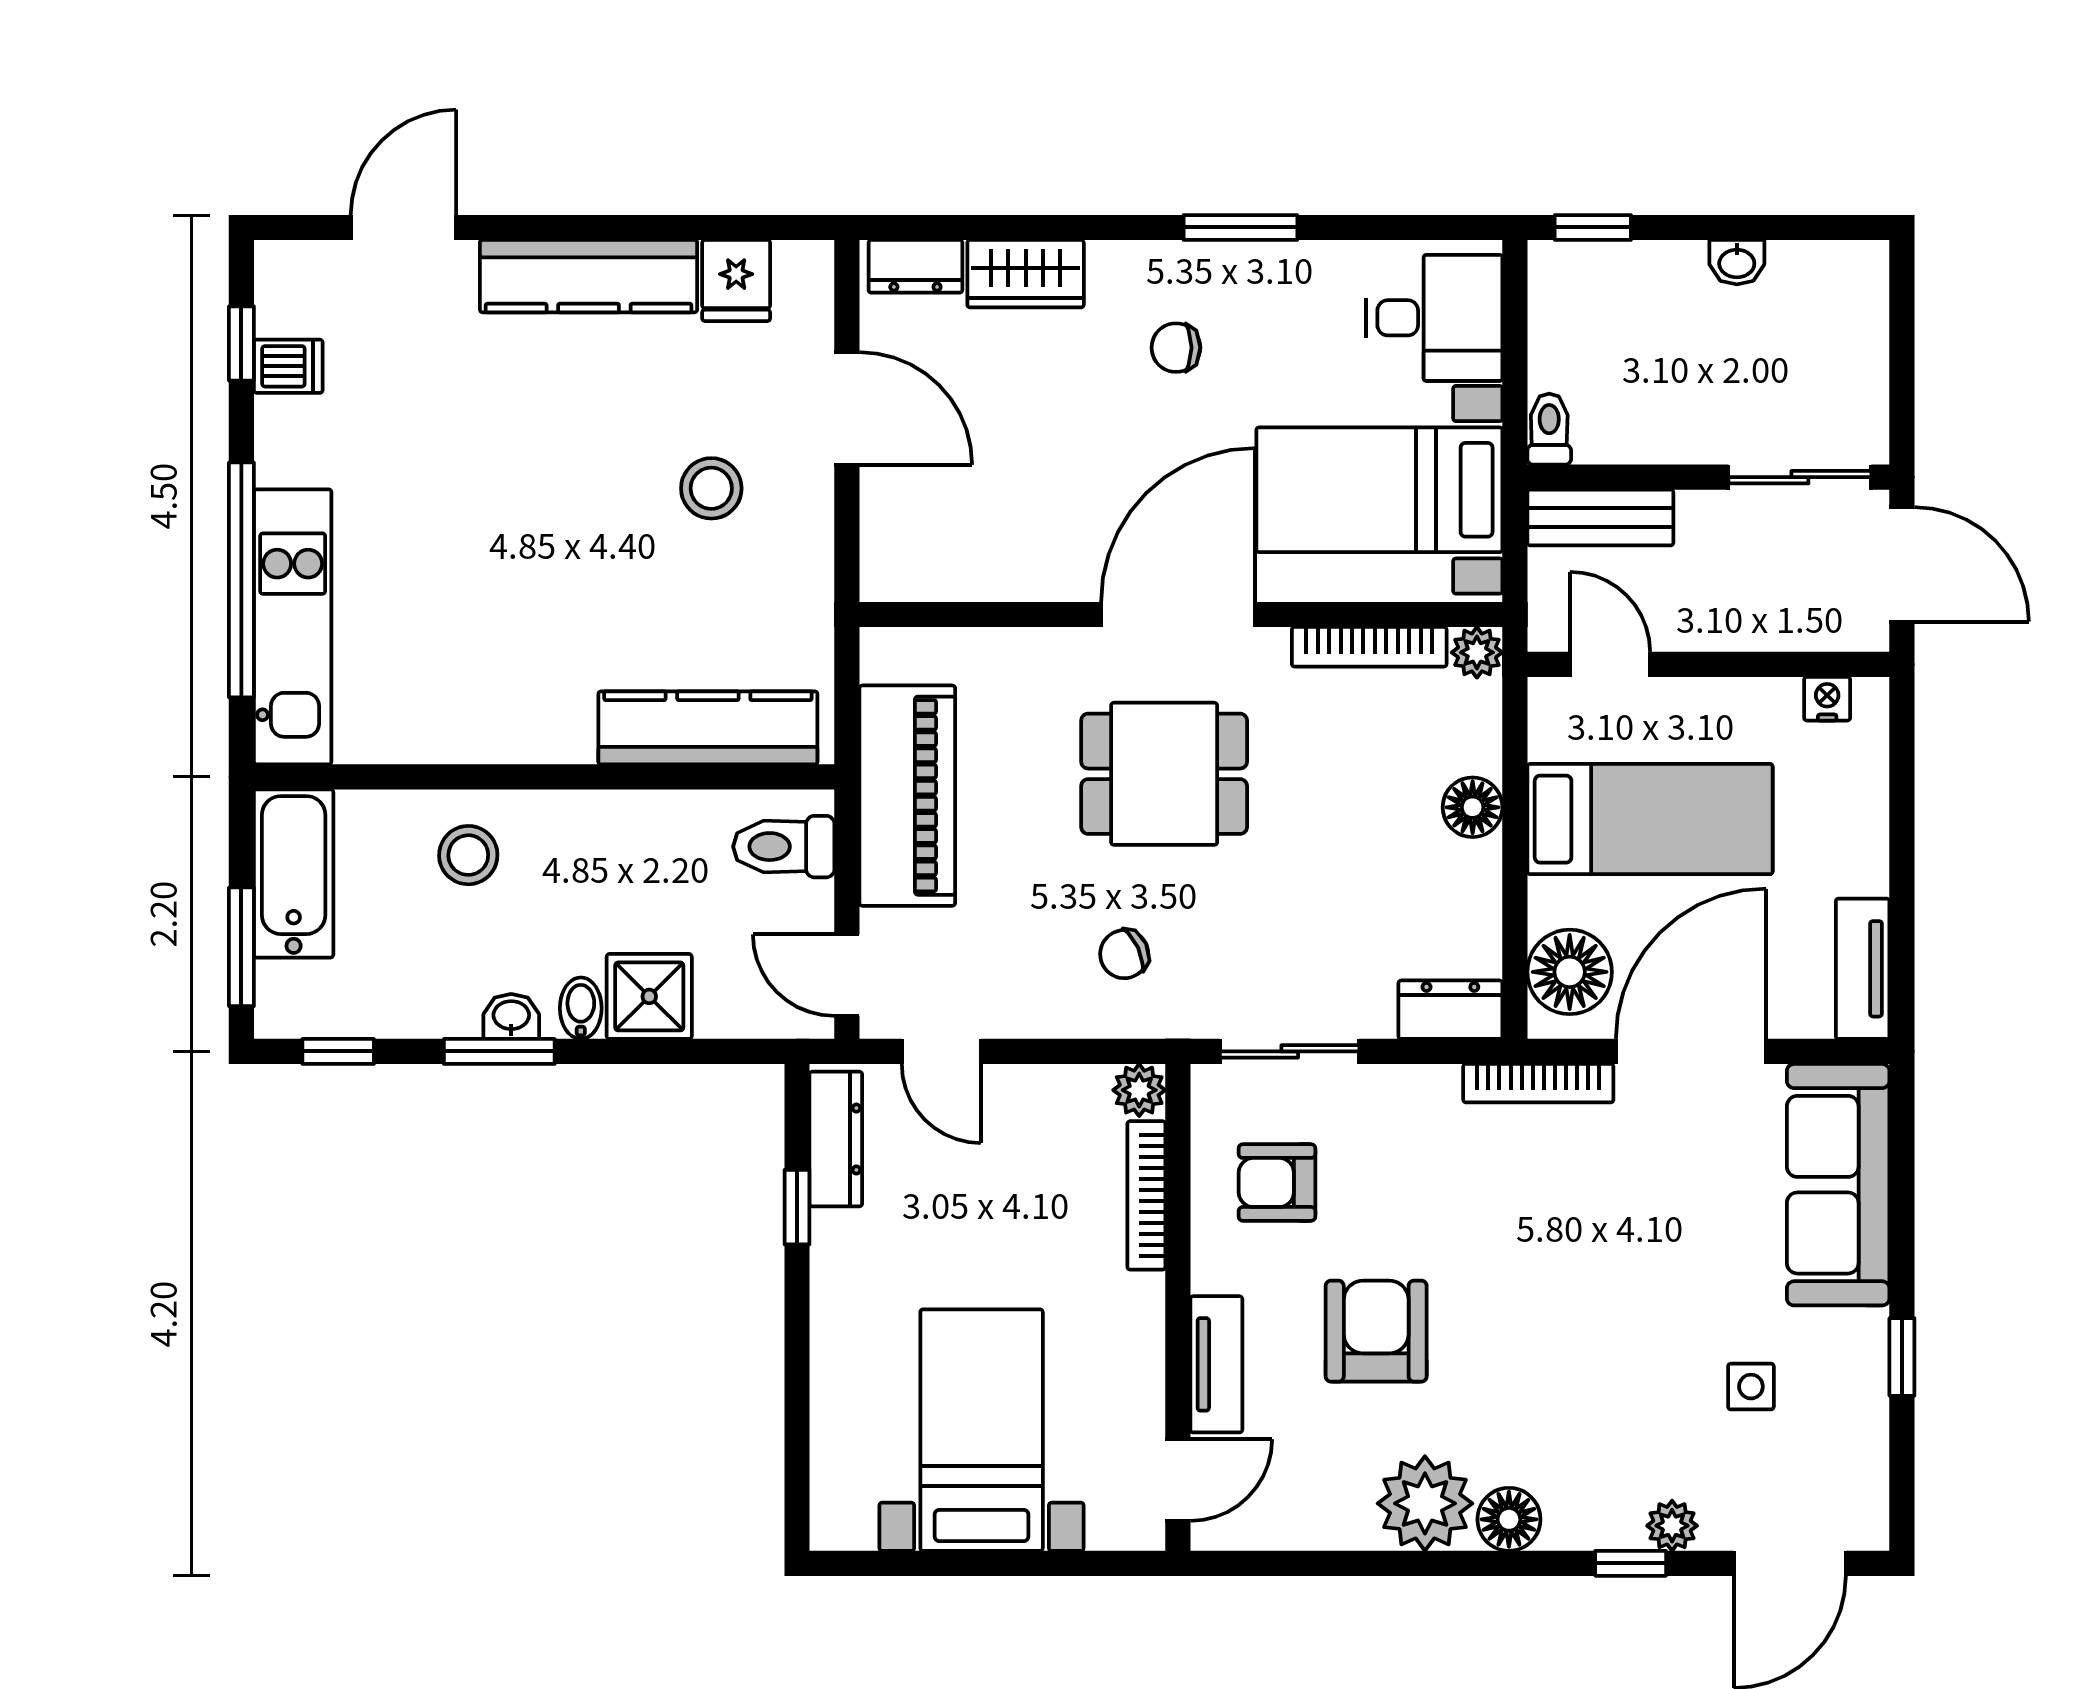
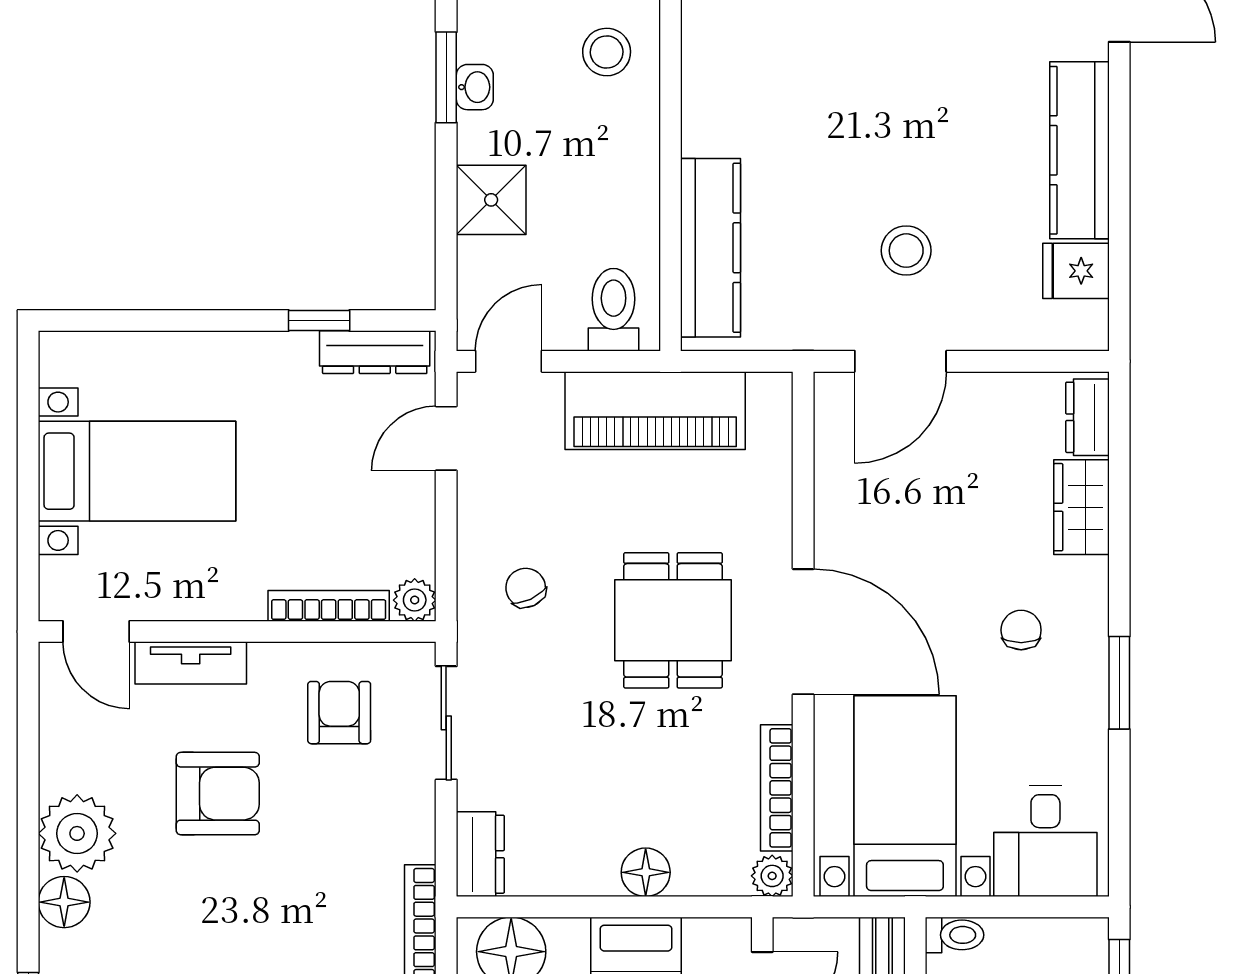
door: (847, 408) -> (900, 361), moved
bidet: (581, 1008) -> (482, 144), removed

